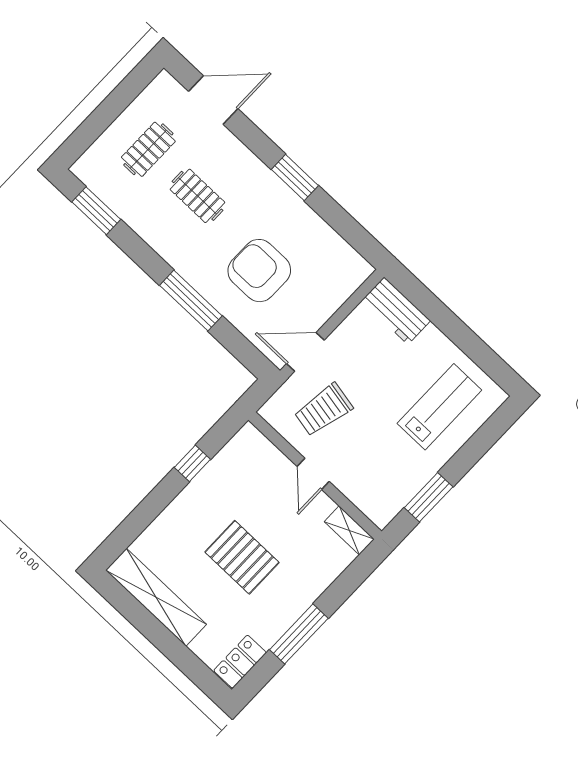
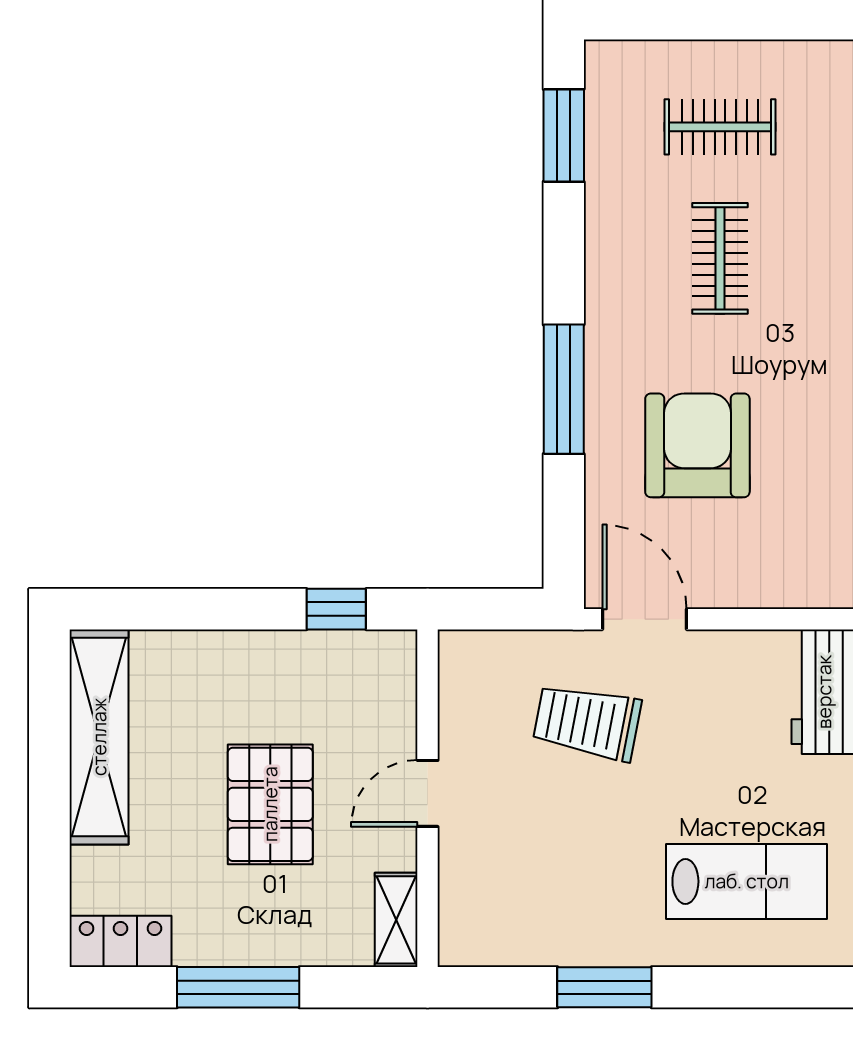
door: (313, 474) -> (428, 793), moved
wall: (315, 476) -> (428, 798), moved
shelving: (349, 530) -> (396, 920), moved

